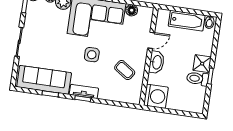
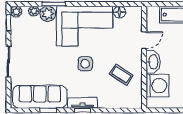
washing machine: (156, 96) -> (157, 86), moved

